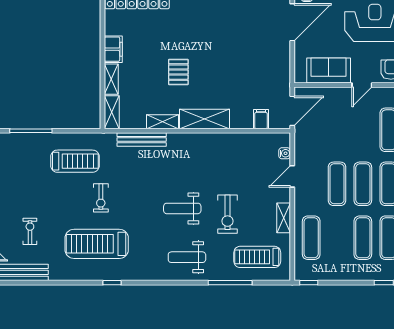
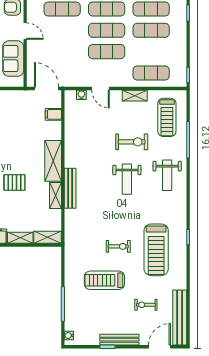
bench: (142, 140) -> (70, 188), moved
treadmill: (75, 161) -> (104, 280), moved, turned -90

